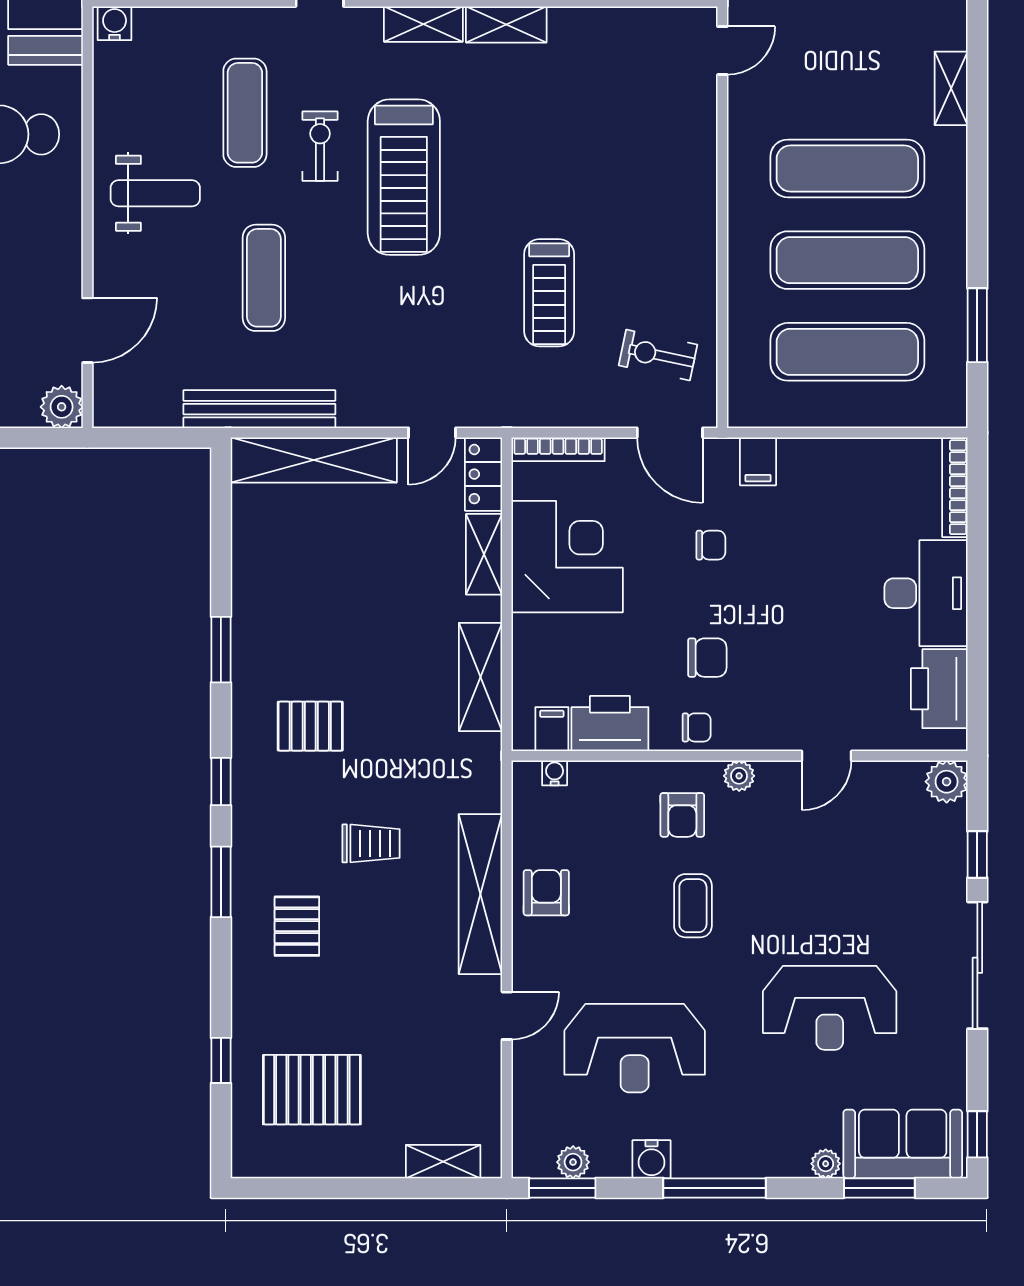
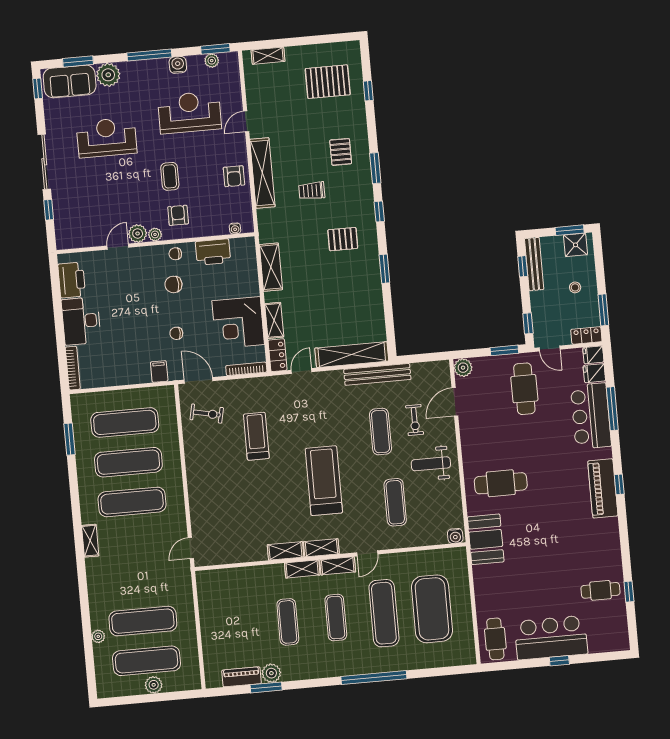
exercise bike: (320, 146) -> (415, 420), moved
filing cabinet: (552, 729) -> (238, 247), removed
plant: (947, 782) -> (138, 233), moved
plant: (826, 1164) -> (108, 75), width x1.87, depth x1.87

